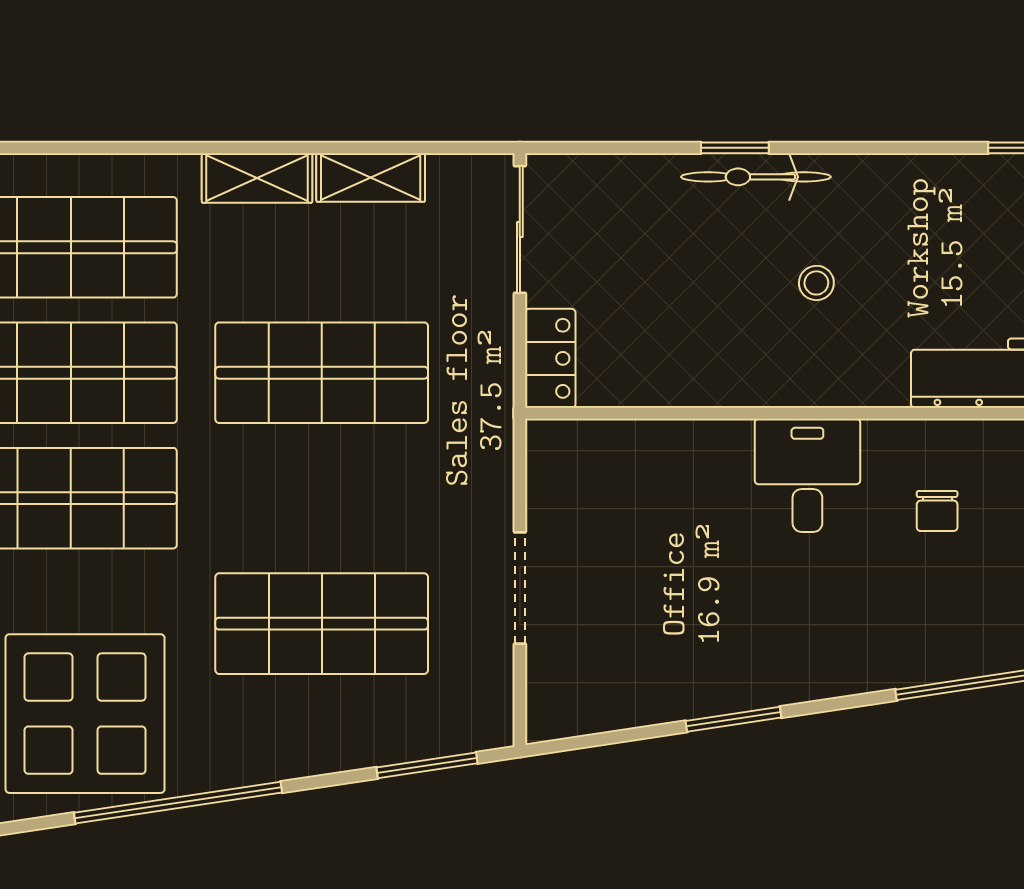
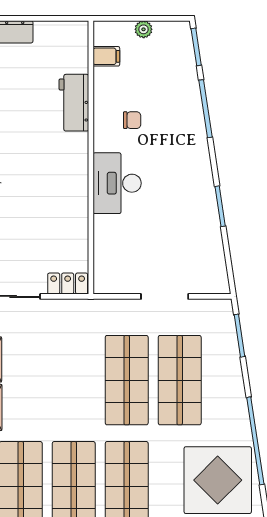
stool: (816, 283) -> (36, 171), removed
shop shelf: (322, 373) -> (127, 380), moved
desk: (807, 475) -> (117, 183), width x1.37

